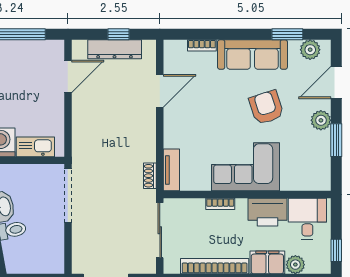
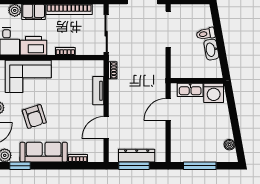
window: (118, 34) -> (134, 166), width x2.17
door: (68, 76) -> (168, 109), moved
corner sofa: (245, 167) -> (28, 76), moved
tv unit: (171, 170) -> (98, 91), moved
doorway: (68, 196) -> (168, 29), moved

